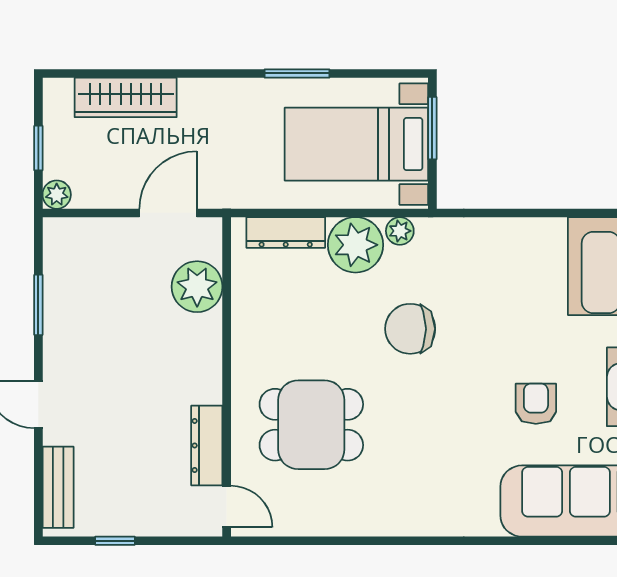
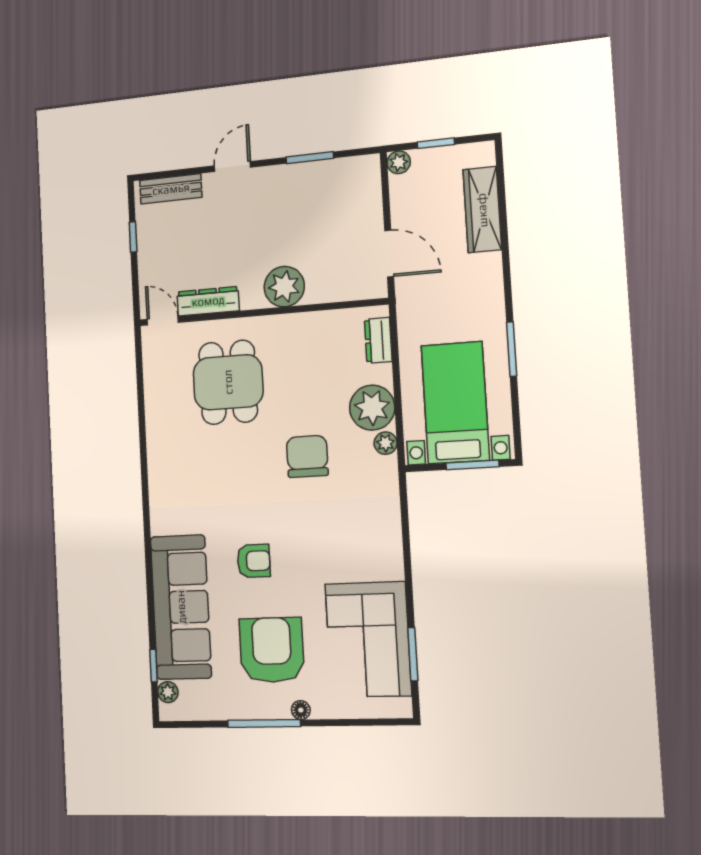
dresser: (286, 233) -> (378, 340), width x0.70
plant: (197, 287) -> (284, 287), moved
door: (227, 507) -> (163, 321), swing flipped

